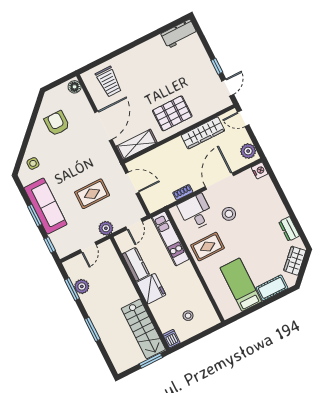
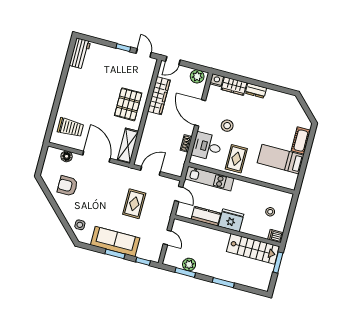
floor lamp: (75, 87) -> (67, 156), moved
plant: (106, 228) -> (165, 215), removed
dresser: (289, 229) -> (256, 91), moved
wardrobe: (295, 261) -> (234, 86), moved, turned -45

